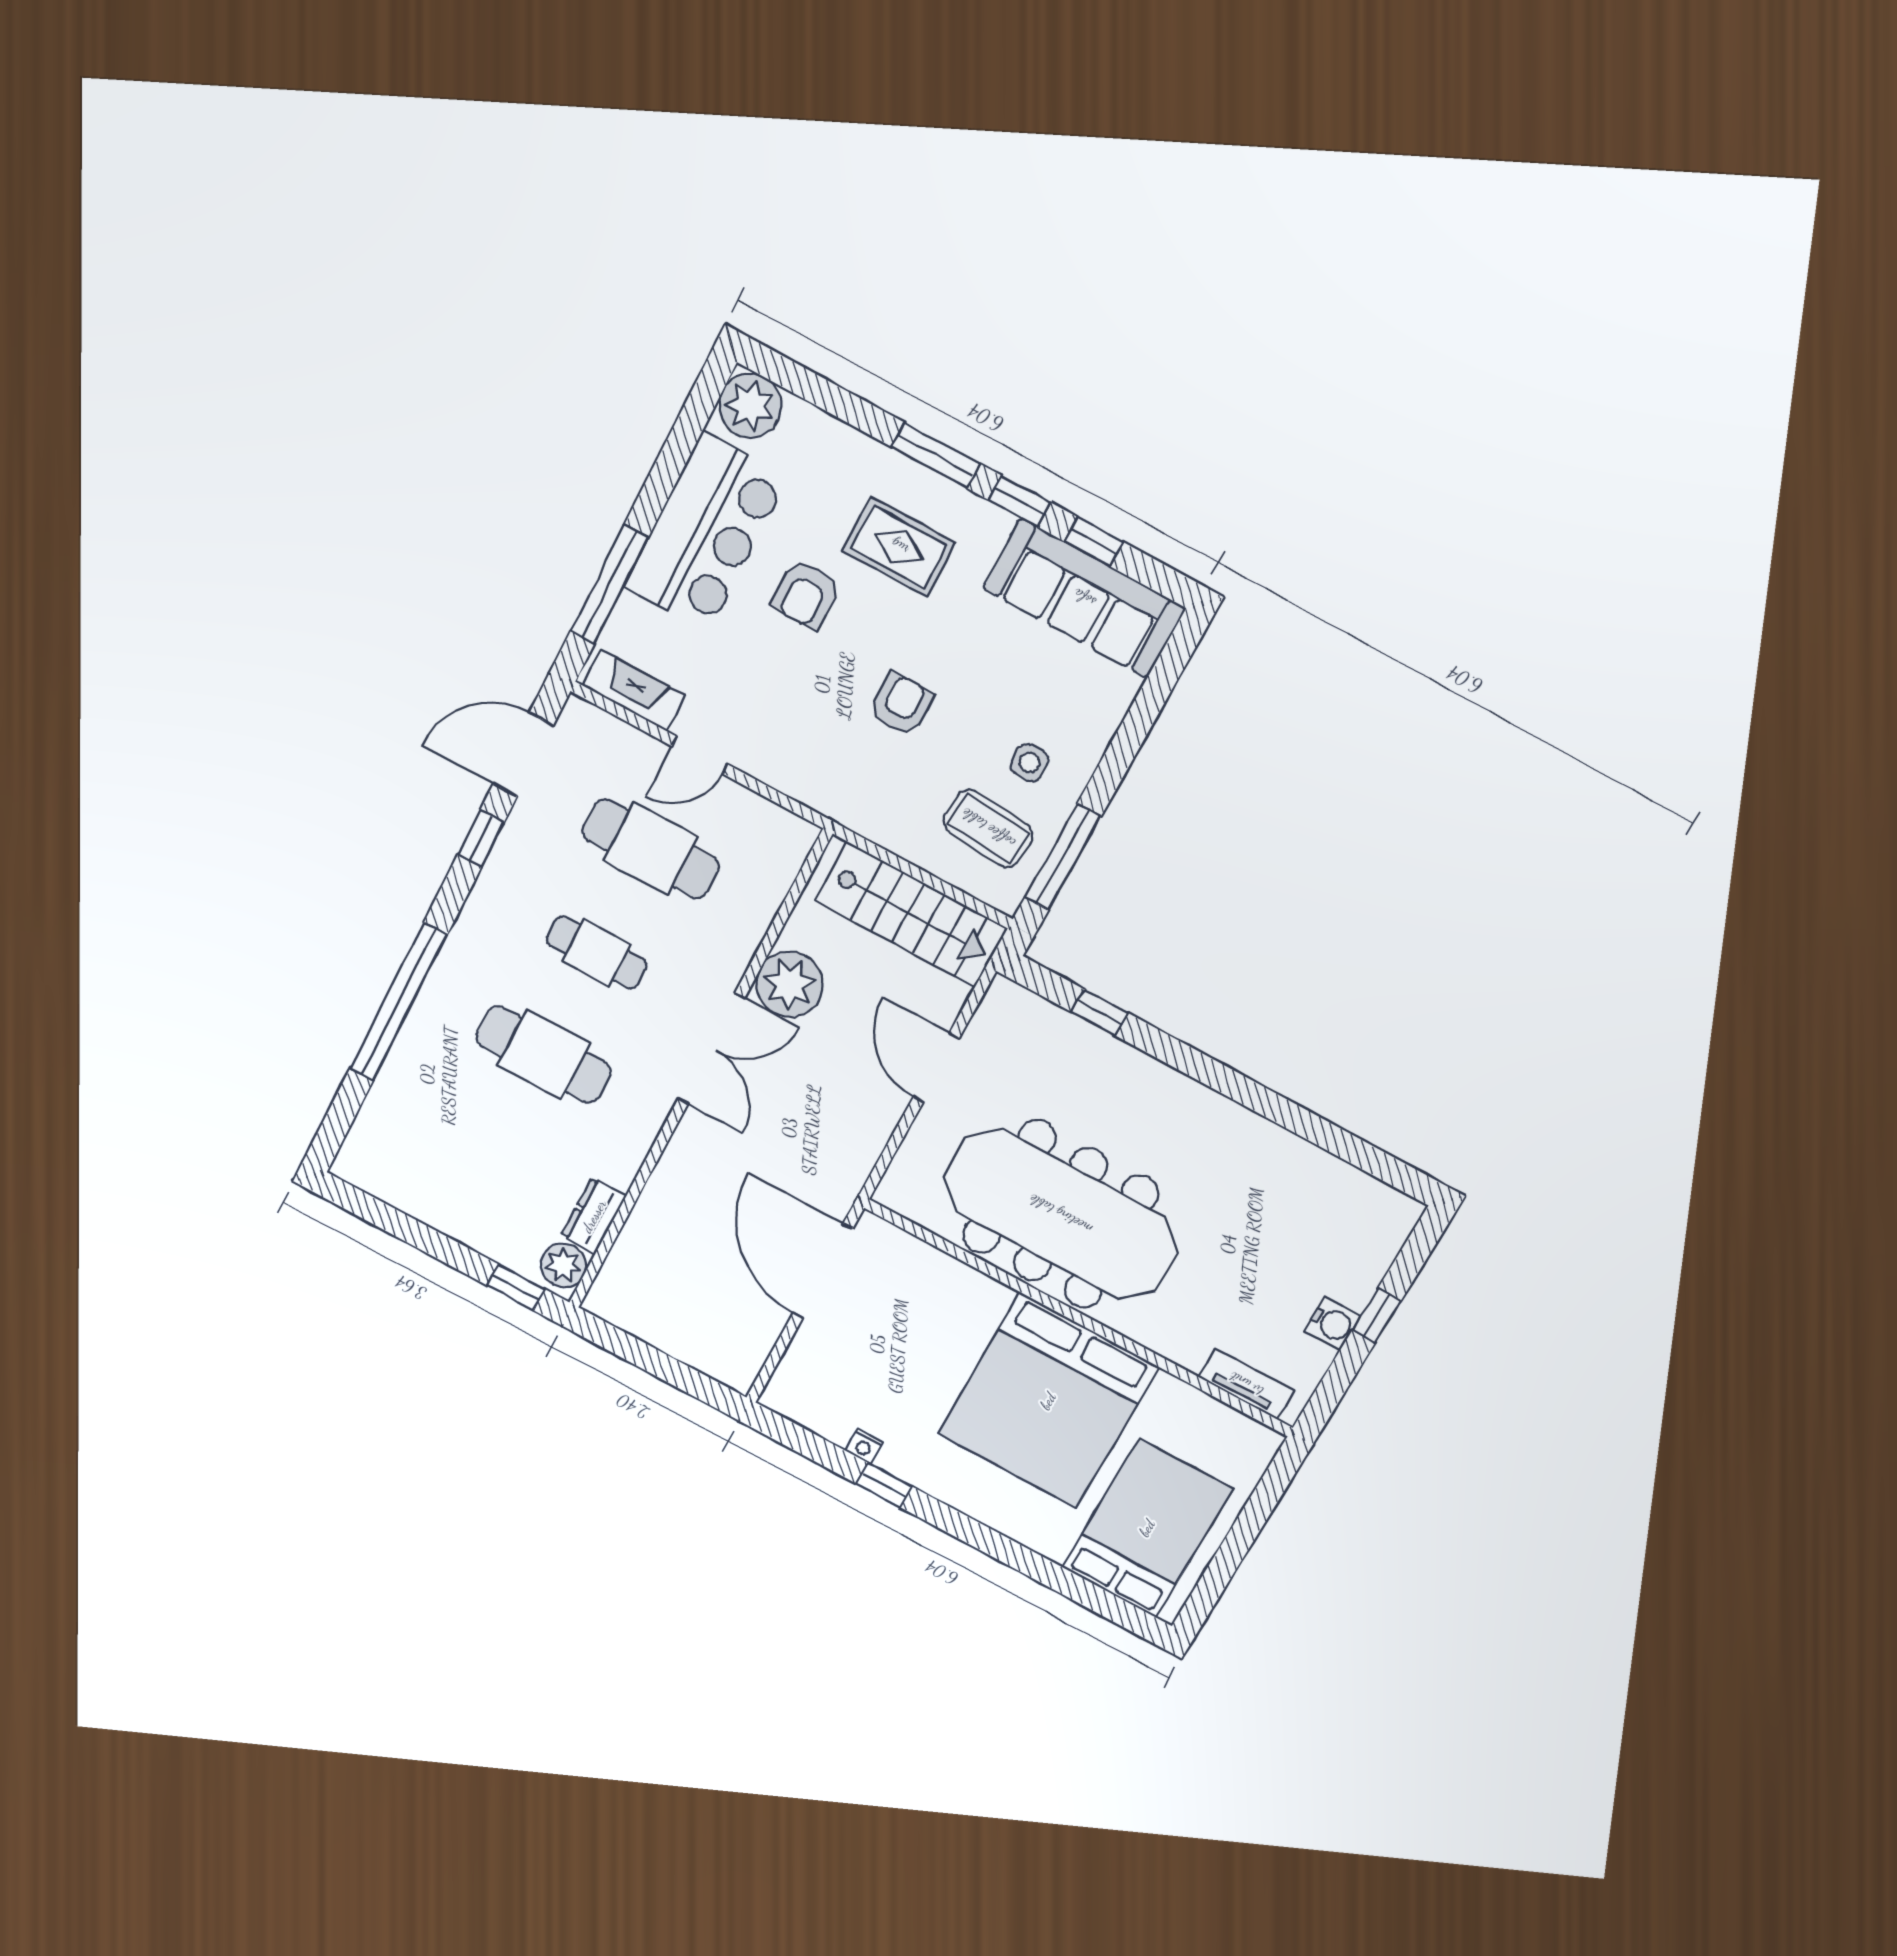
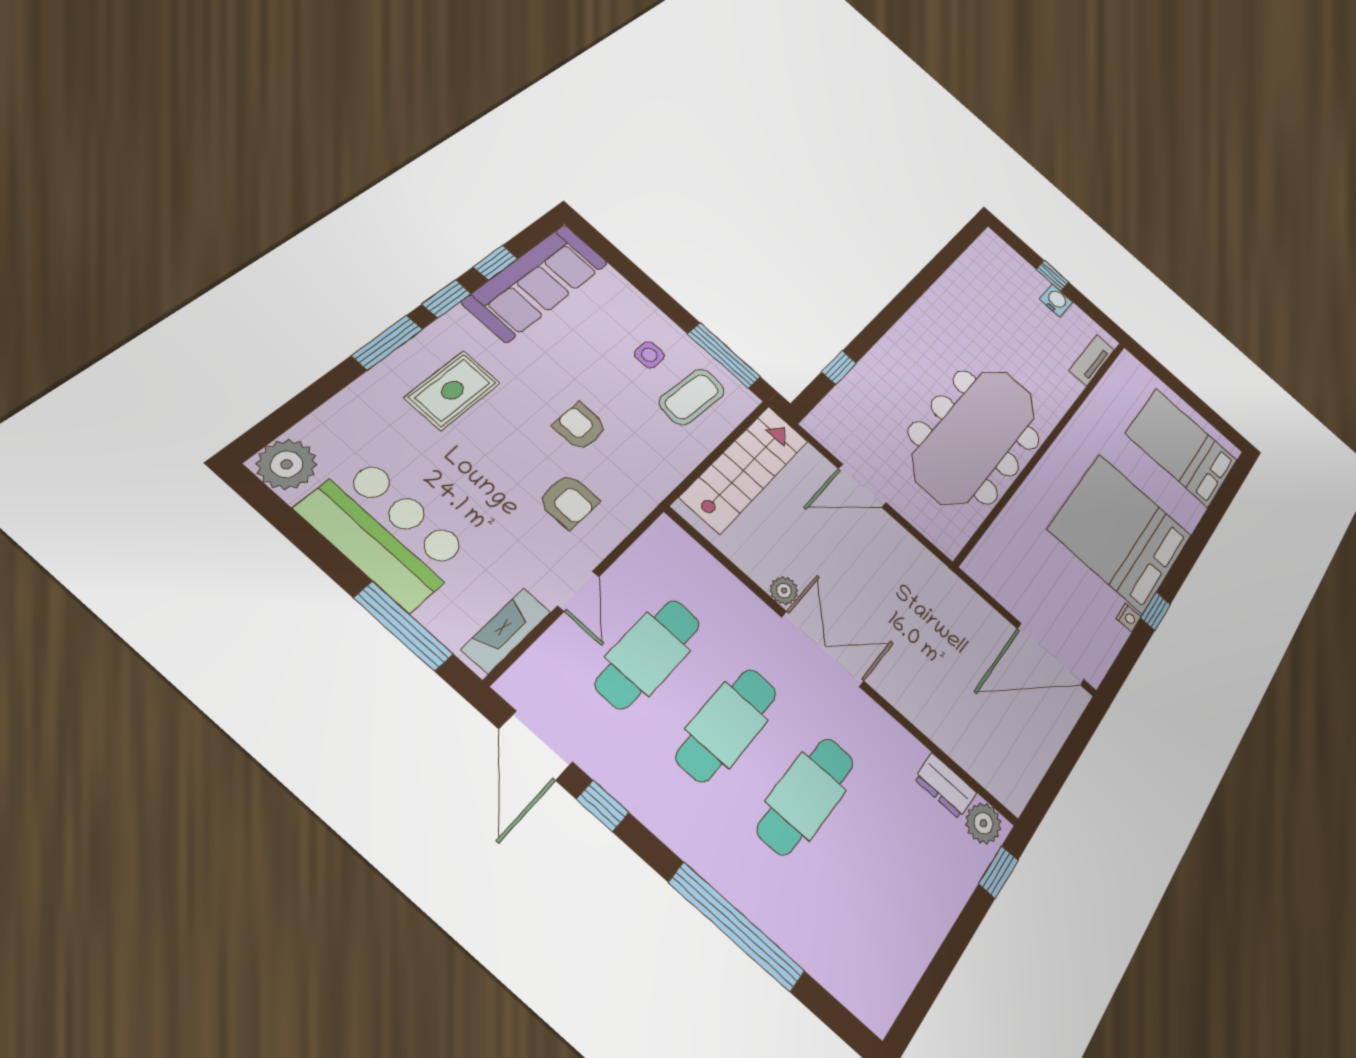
armchair: (806, 594) -> (568, 501), moved
cafe table: (597, 952) -> (727, 725), width x1.37, depth x1.35
plant: (790, 984) -> (784, 591), width x0.53, depth x0.53
door: (823, 1271) -> (1051, 654), moved
bed: (1048, 1401) -> (1120, 532), moved, turned 180

